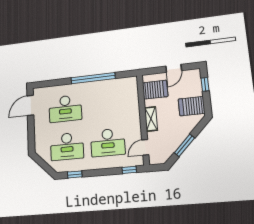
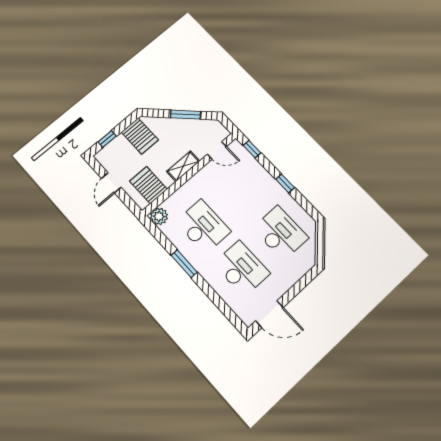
door: (174, 68) -> (111, 183), swing flipped
window: (93, 78) -> (184, 264), width x0.47
plant: (131, 83) -> (159, 216), added
desk: (108, 142) -> (203, 227), moved
window: (75, 174) -> (285, 183), moved

